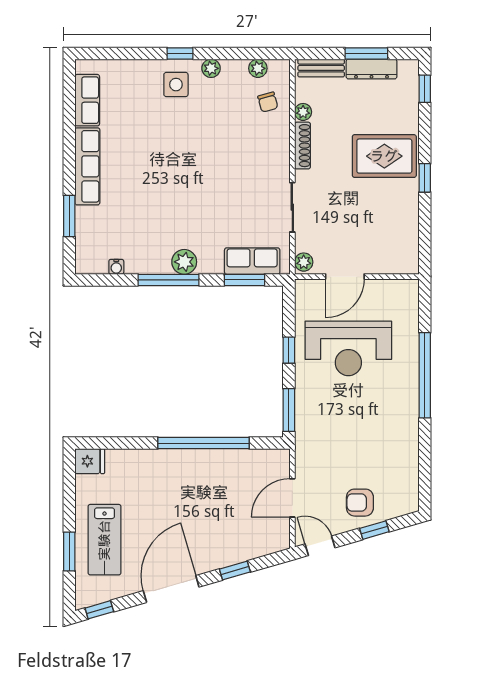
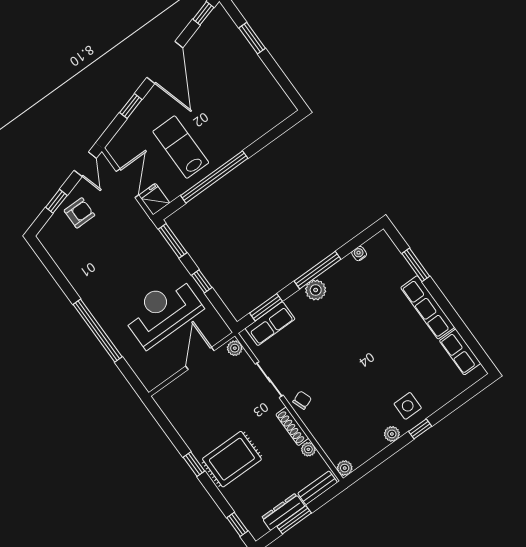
plant: (258, 68) -> (345, 468), moved
chair: (268, 102) -> (302, 400), moved, turned 85
fridge: (90, 461) -> (154, 199), moved, turned 90
lab bench: (104, 540) -> (181, 147), moved
door: (320, 546) -> (85, 164), hinge flipped

